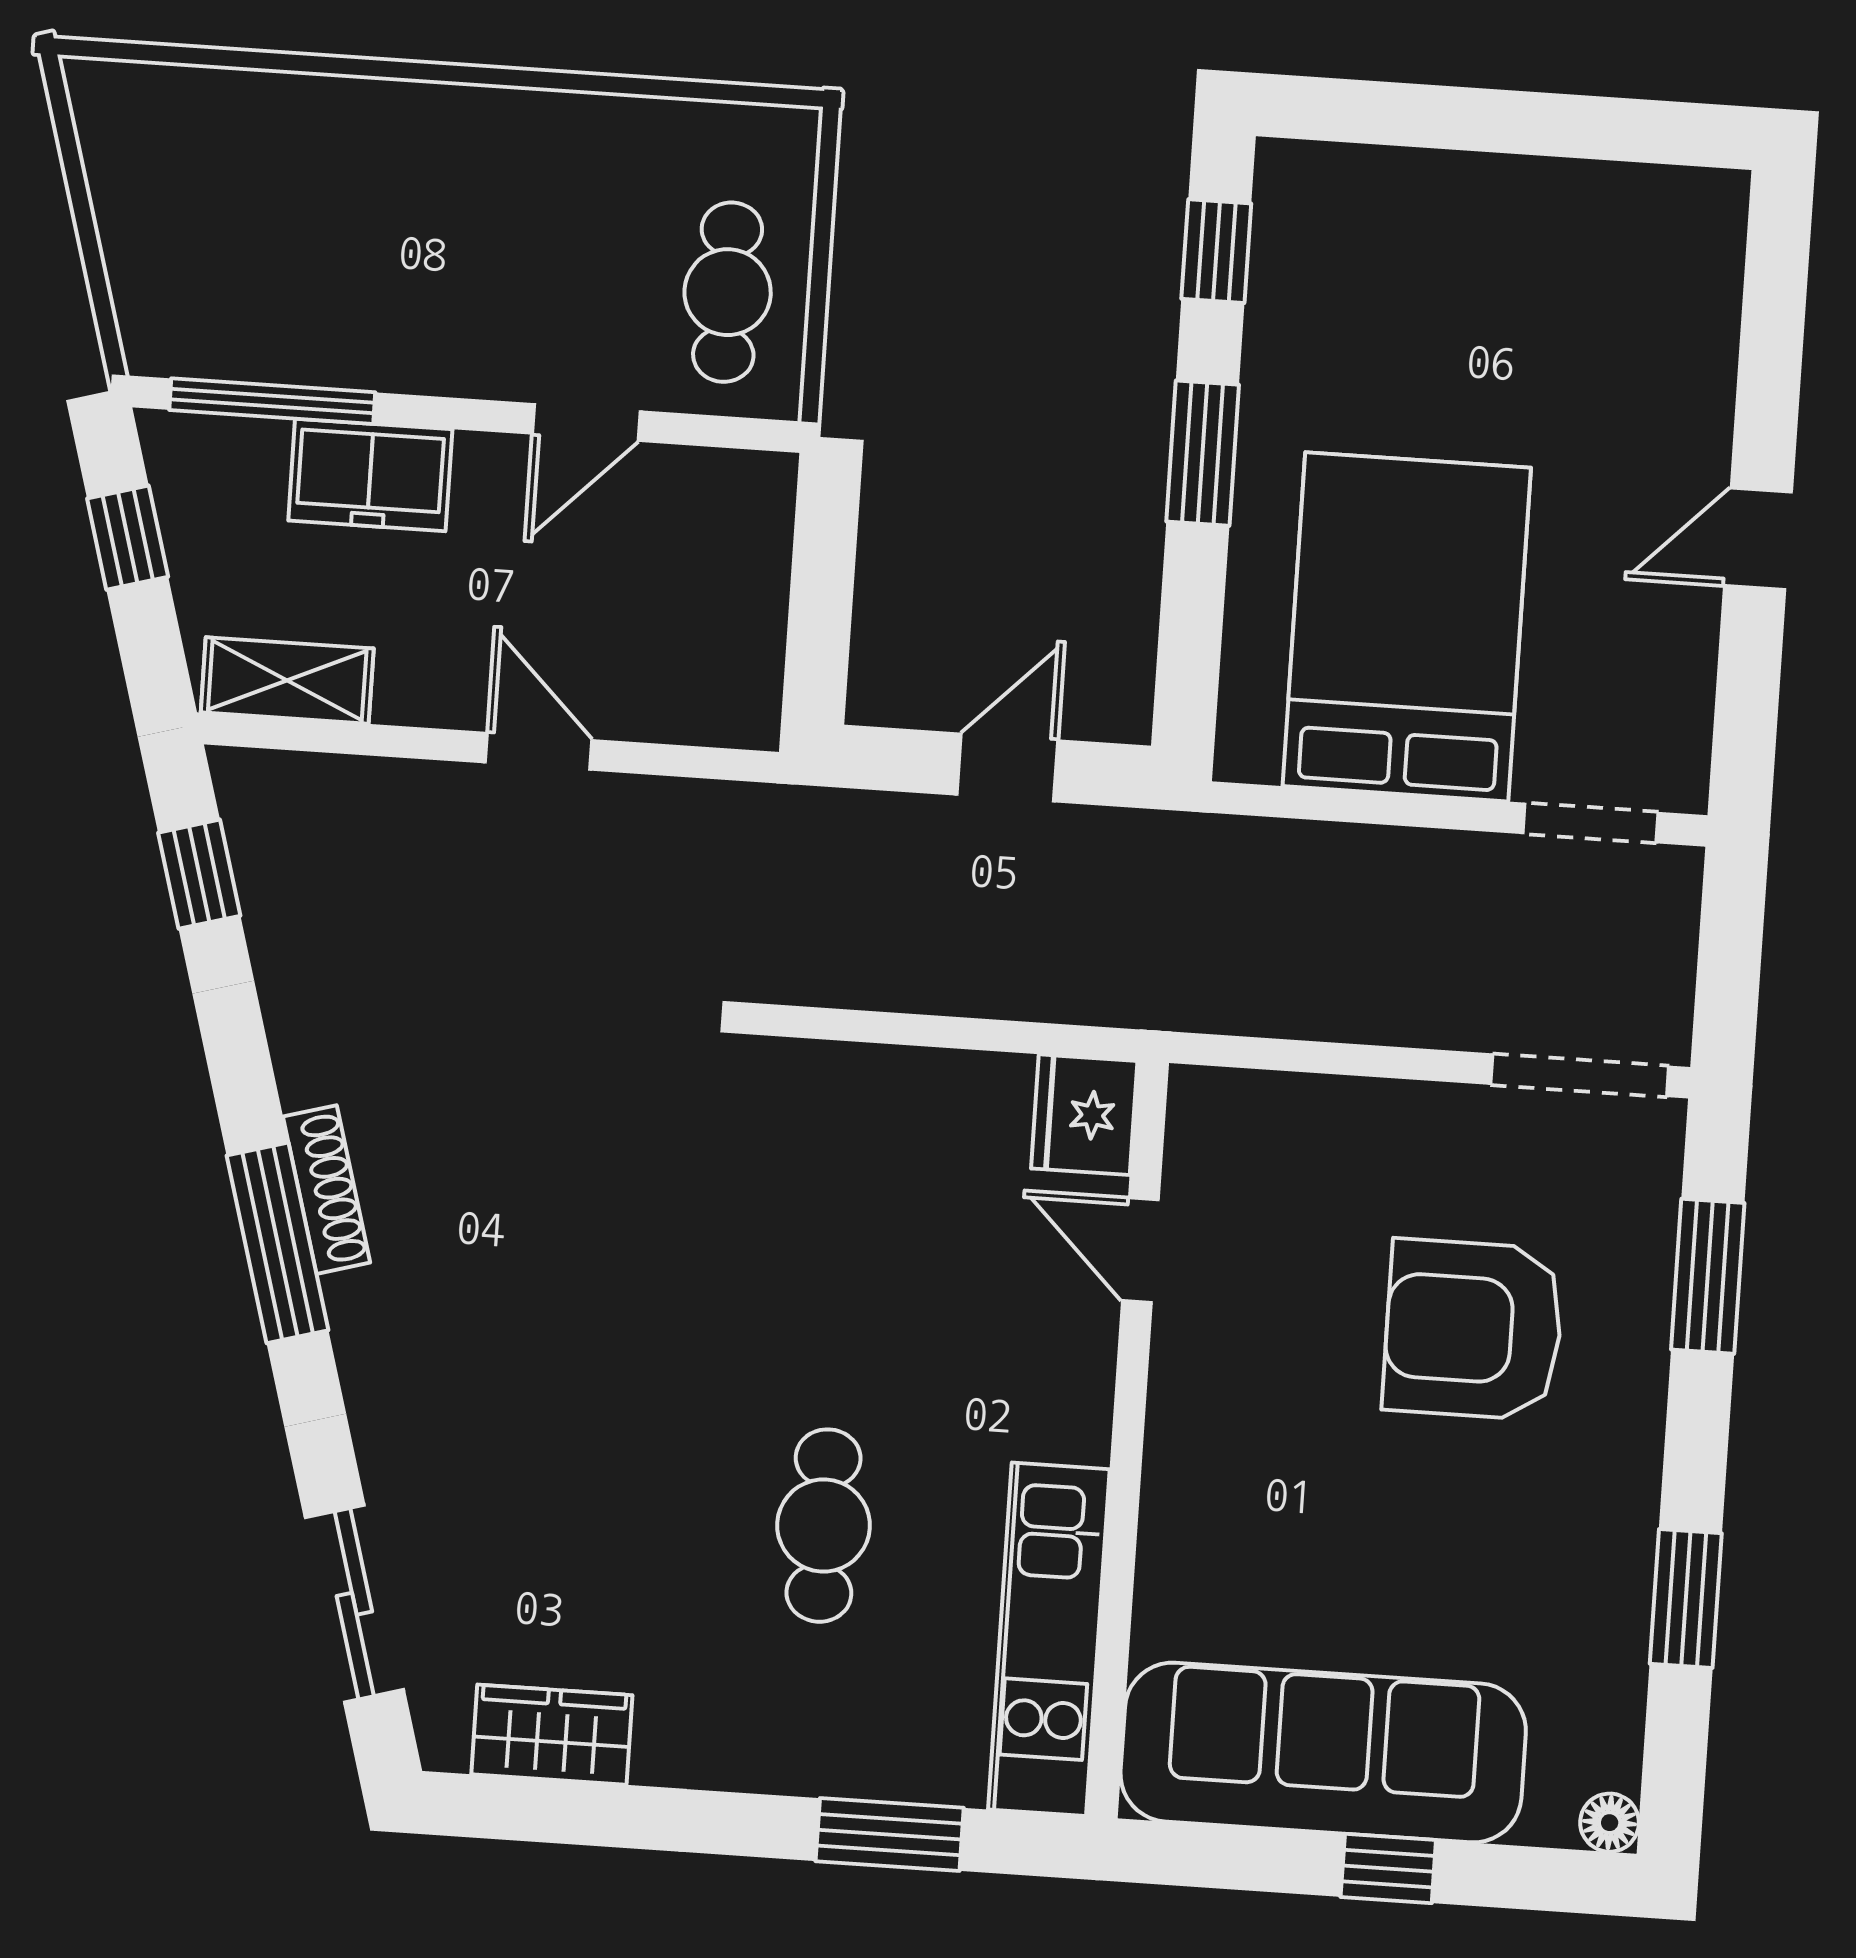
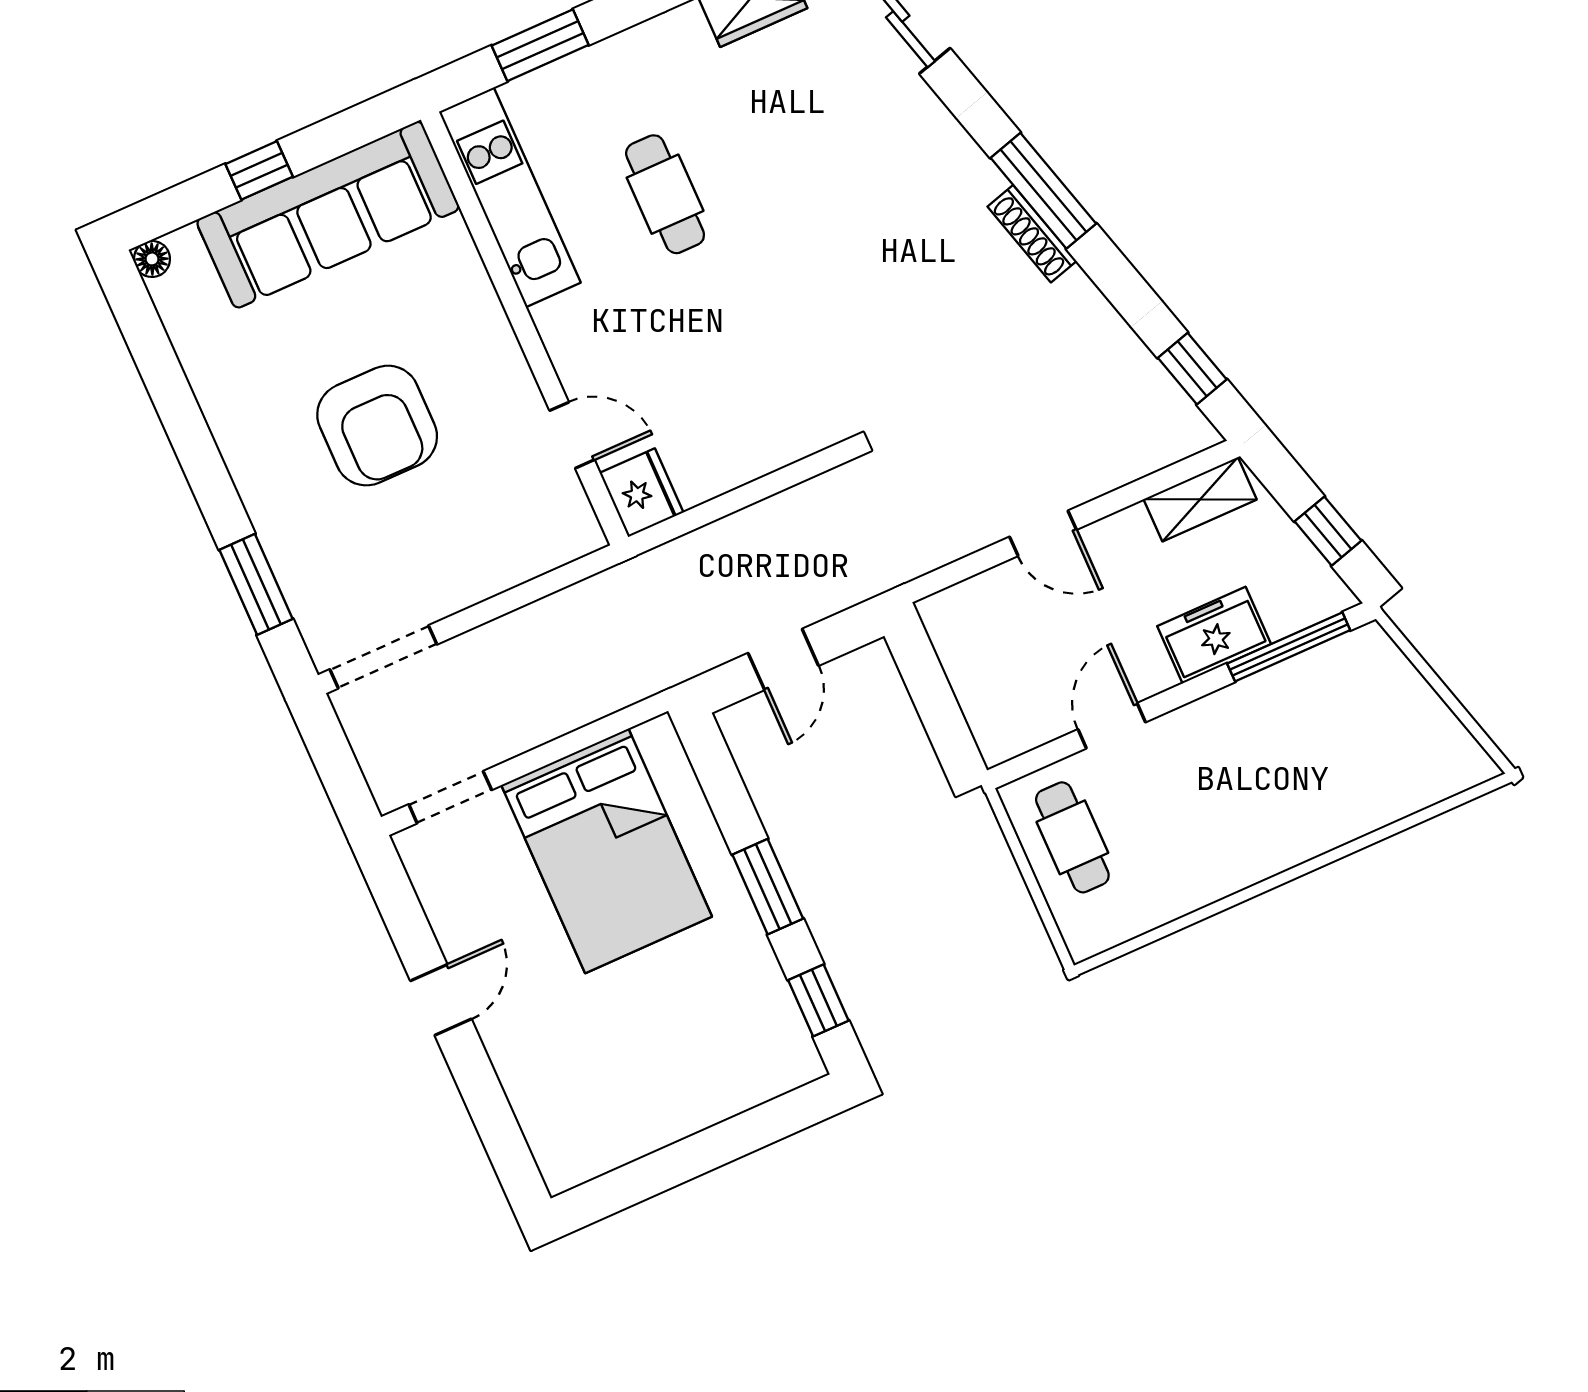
armchair: (1473, 1330) -> (377, 426), moved, turned 90
window: (1686, 1599) -> (175, 403), removed

